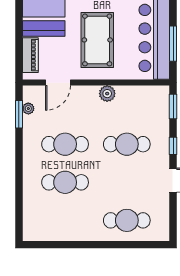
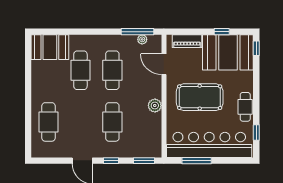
window: (19, 14) -> (222, 32), added
window: (19, 114) -> (137, 32), width x1.44
booth: (37, 219) -> (50, 47), added

